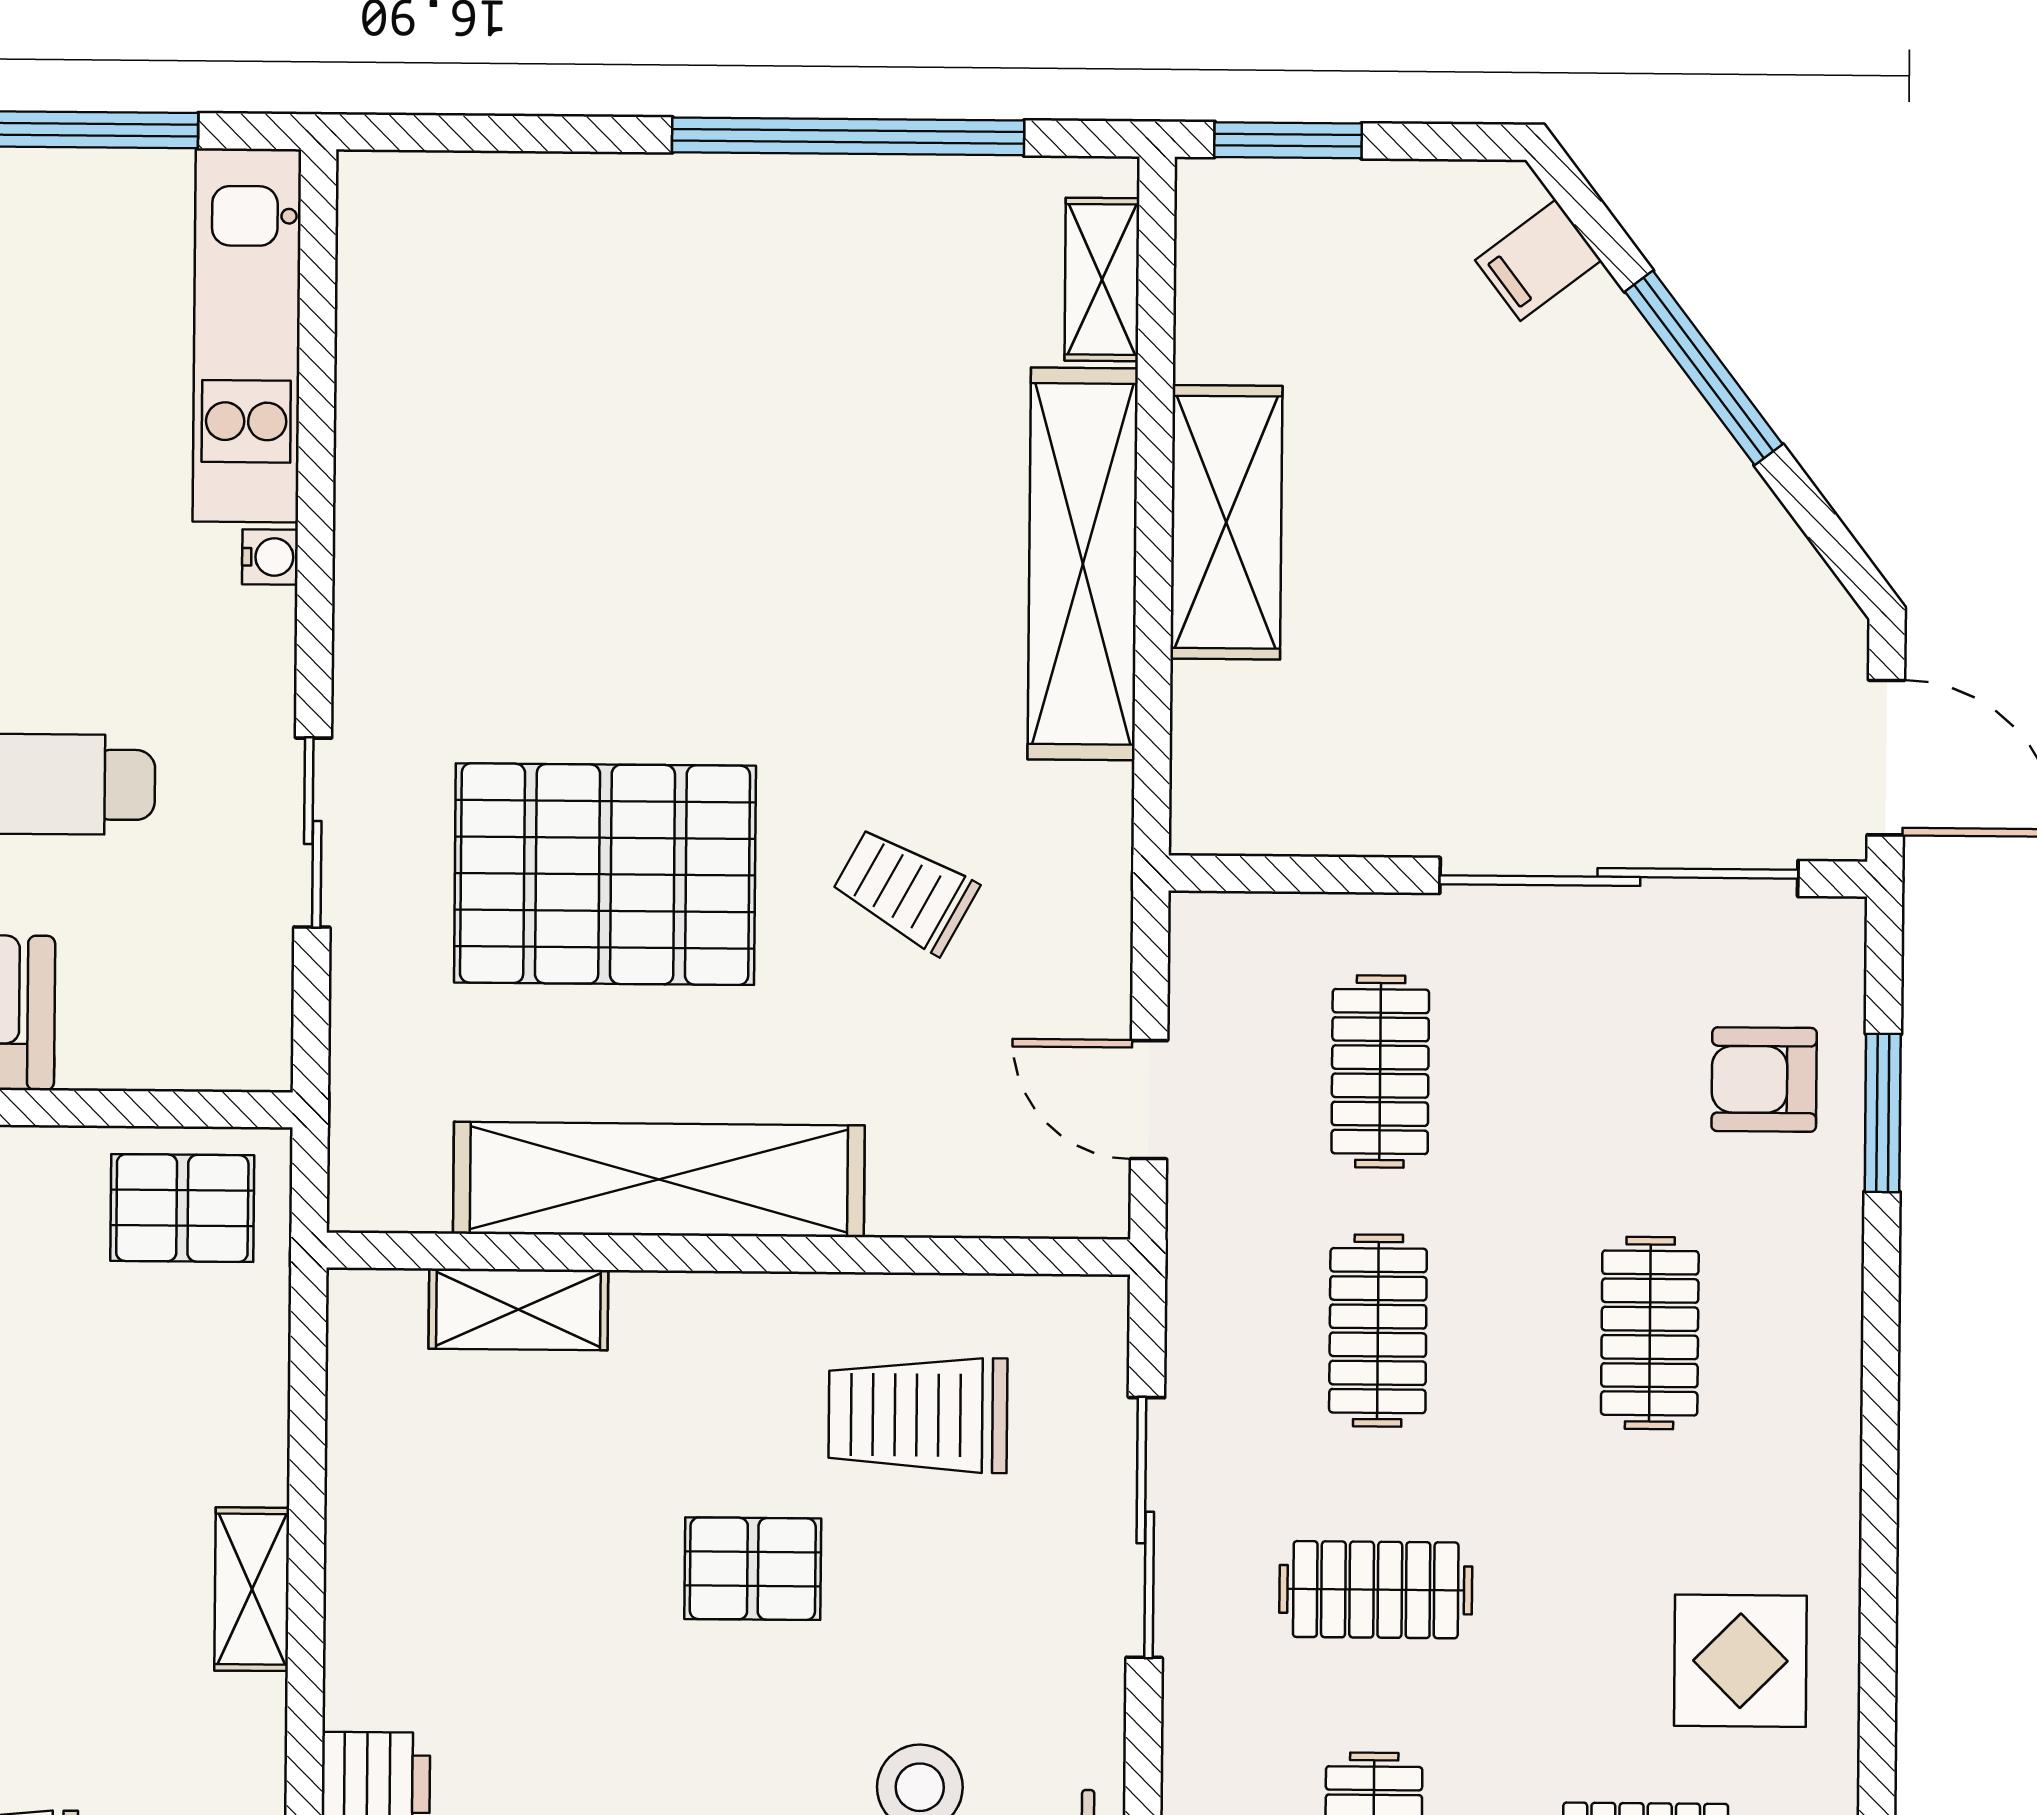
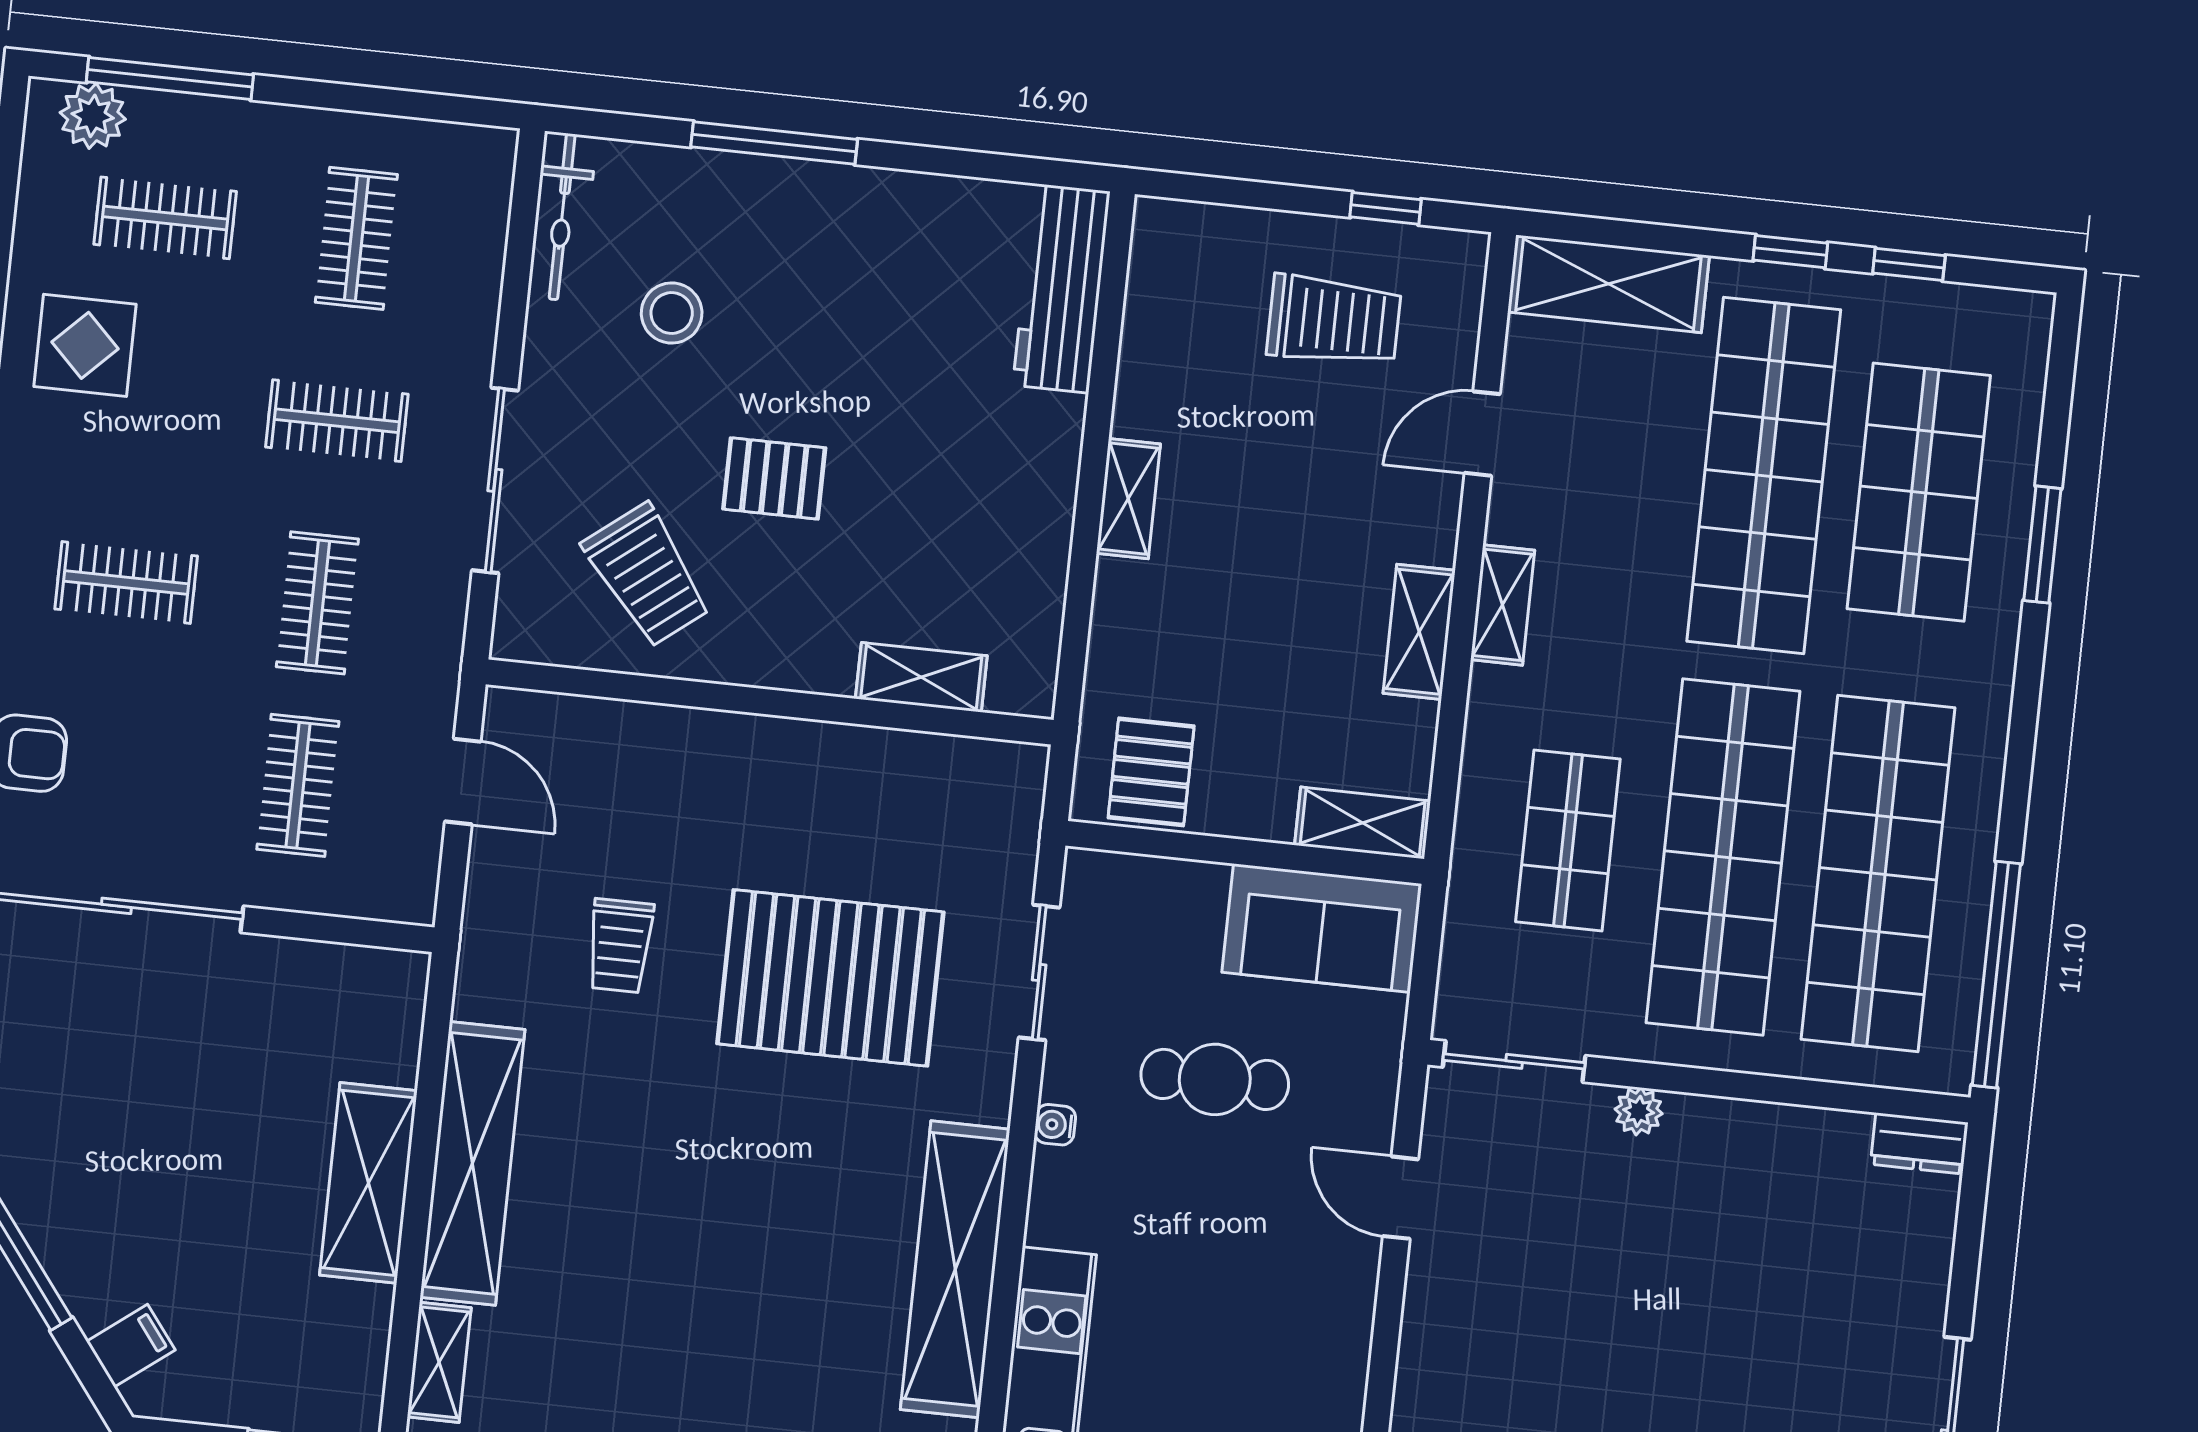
water cooler: (270, 557) -> (1055, 1125), moved
sliding door: (313, 833) -> (1039, 972), moved
trolley: (905, 890) -> (620, 946), turned 61
shelving: (659, 1179) -> (955, 1269), moved, turned 90
pallet: (182, 1208) -> (1151, 772), turned 90
clothes rail: (1650, 1333) -> (126, 583), turned 90
trolley: (918, 1415) -> (647, 575), turned 52

